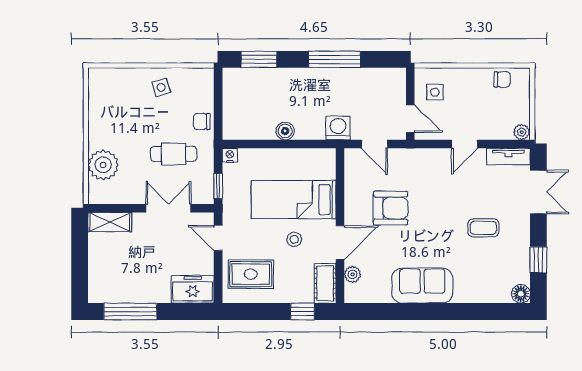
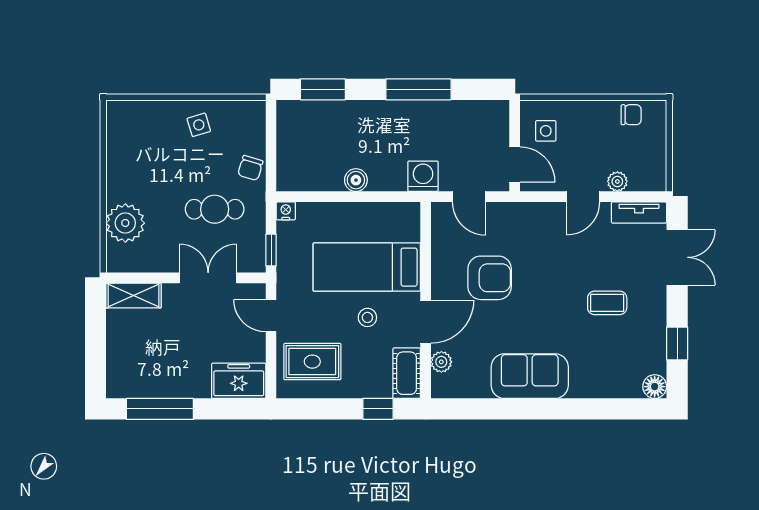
chair: (202, 121) -> (250, 168), turned -73
plant: (522, 132) -> (617, 181), moved

